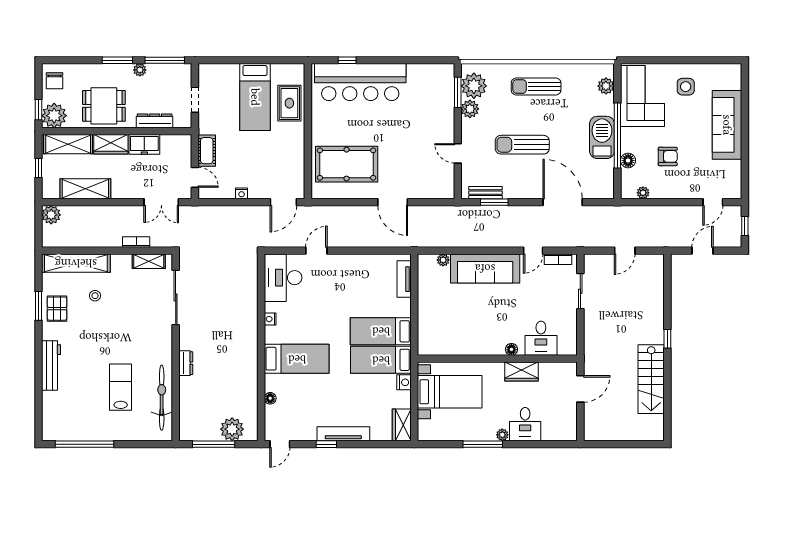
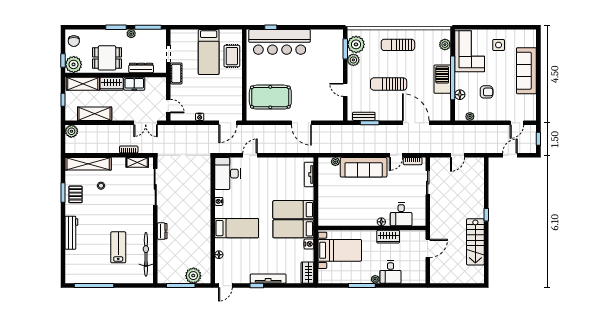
cot: (207, 151) -> (176, 73), moved

